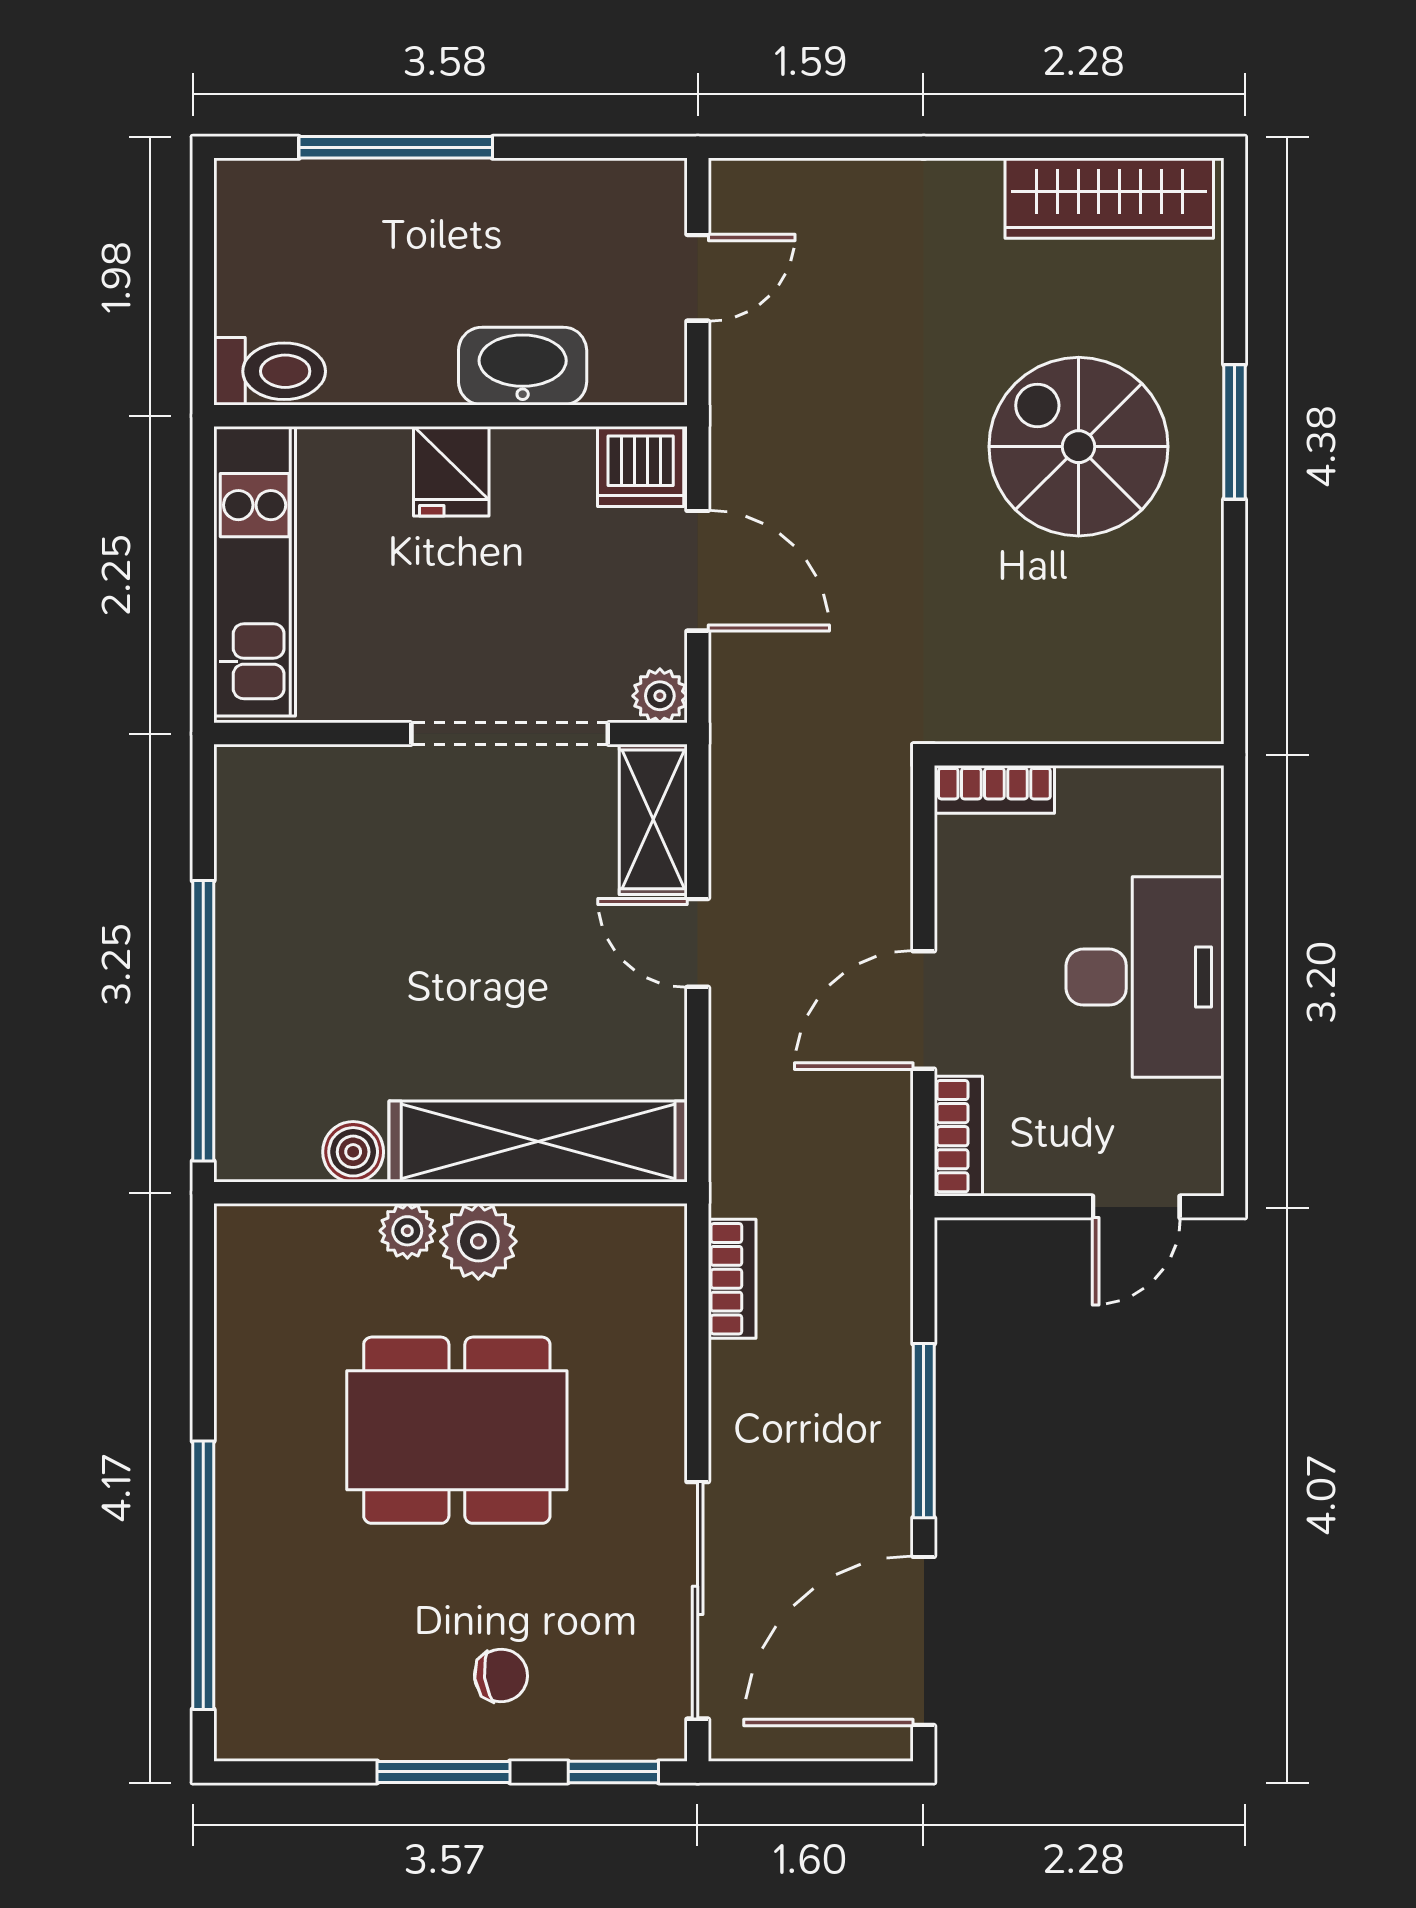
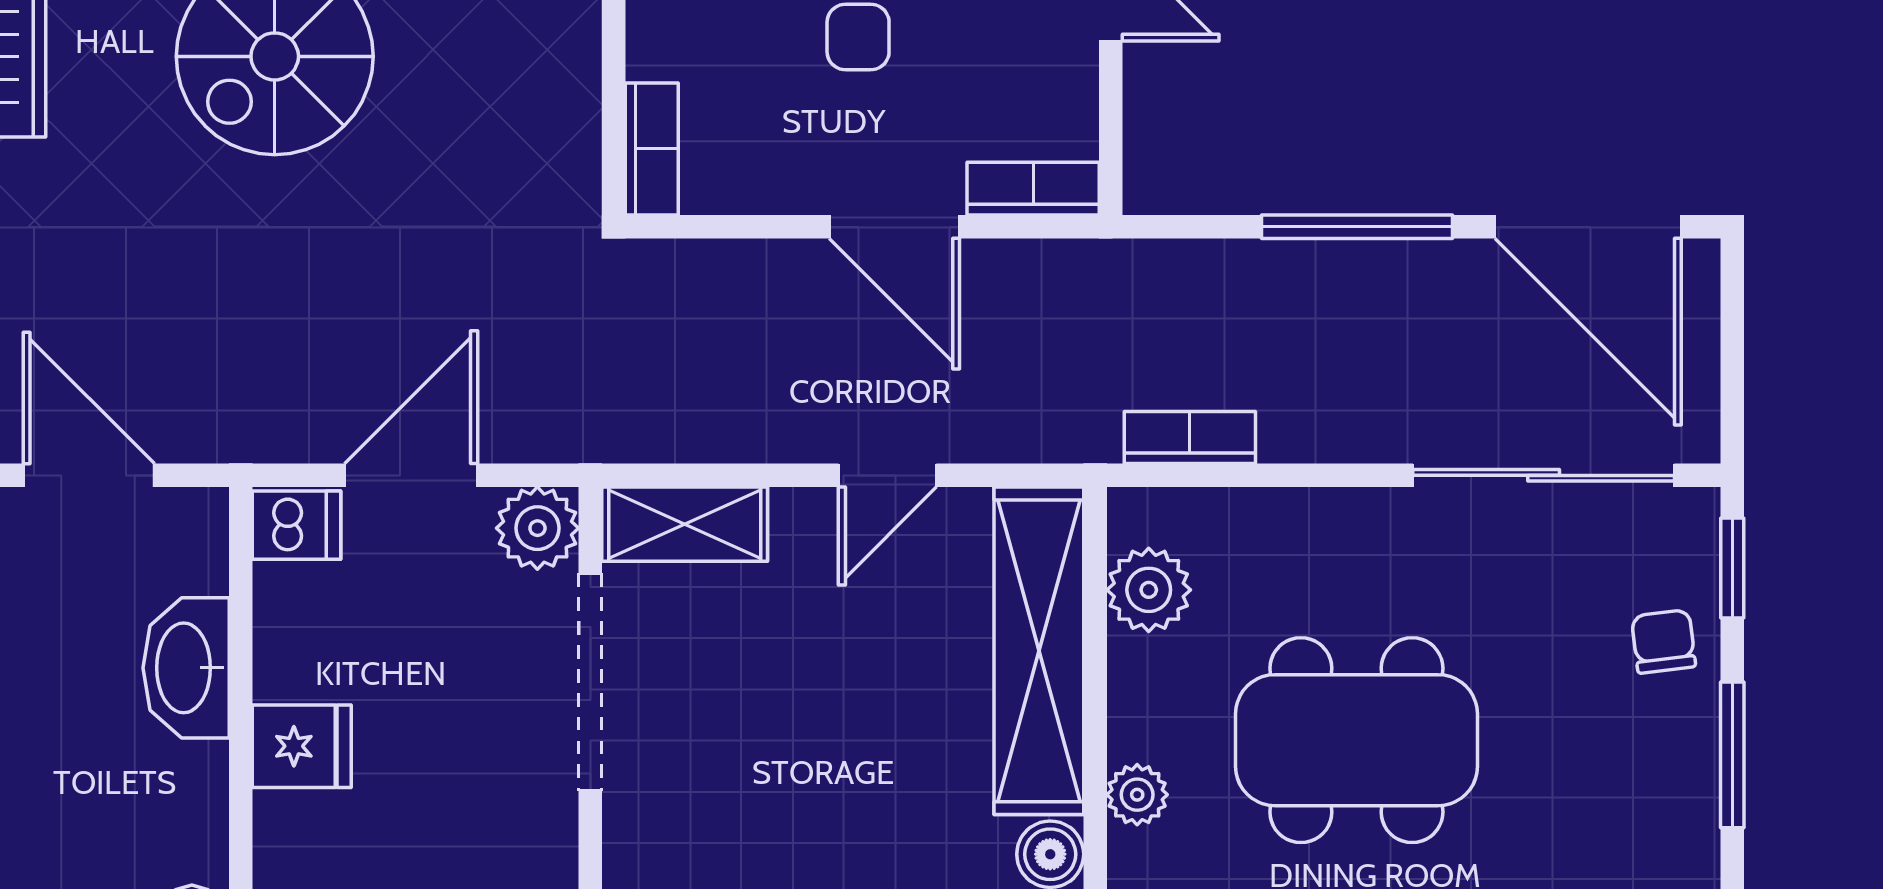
door: (698, 278) -> (89, 475), width x1.38
dishwasher: (641, 466) -> (296, 525), width x0.73
plant: (660, 696) -> (537, 528), width x1.38, depth x1.38
door: (698, 943) -> (887, 475), moved
plant: (478, 1241) -> (1149, 590), moved
dining table: (457, 1430) -> (1356, 740), turned 90
chair: (501, 1675) -> (1663, 641), moved

